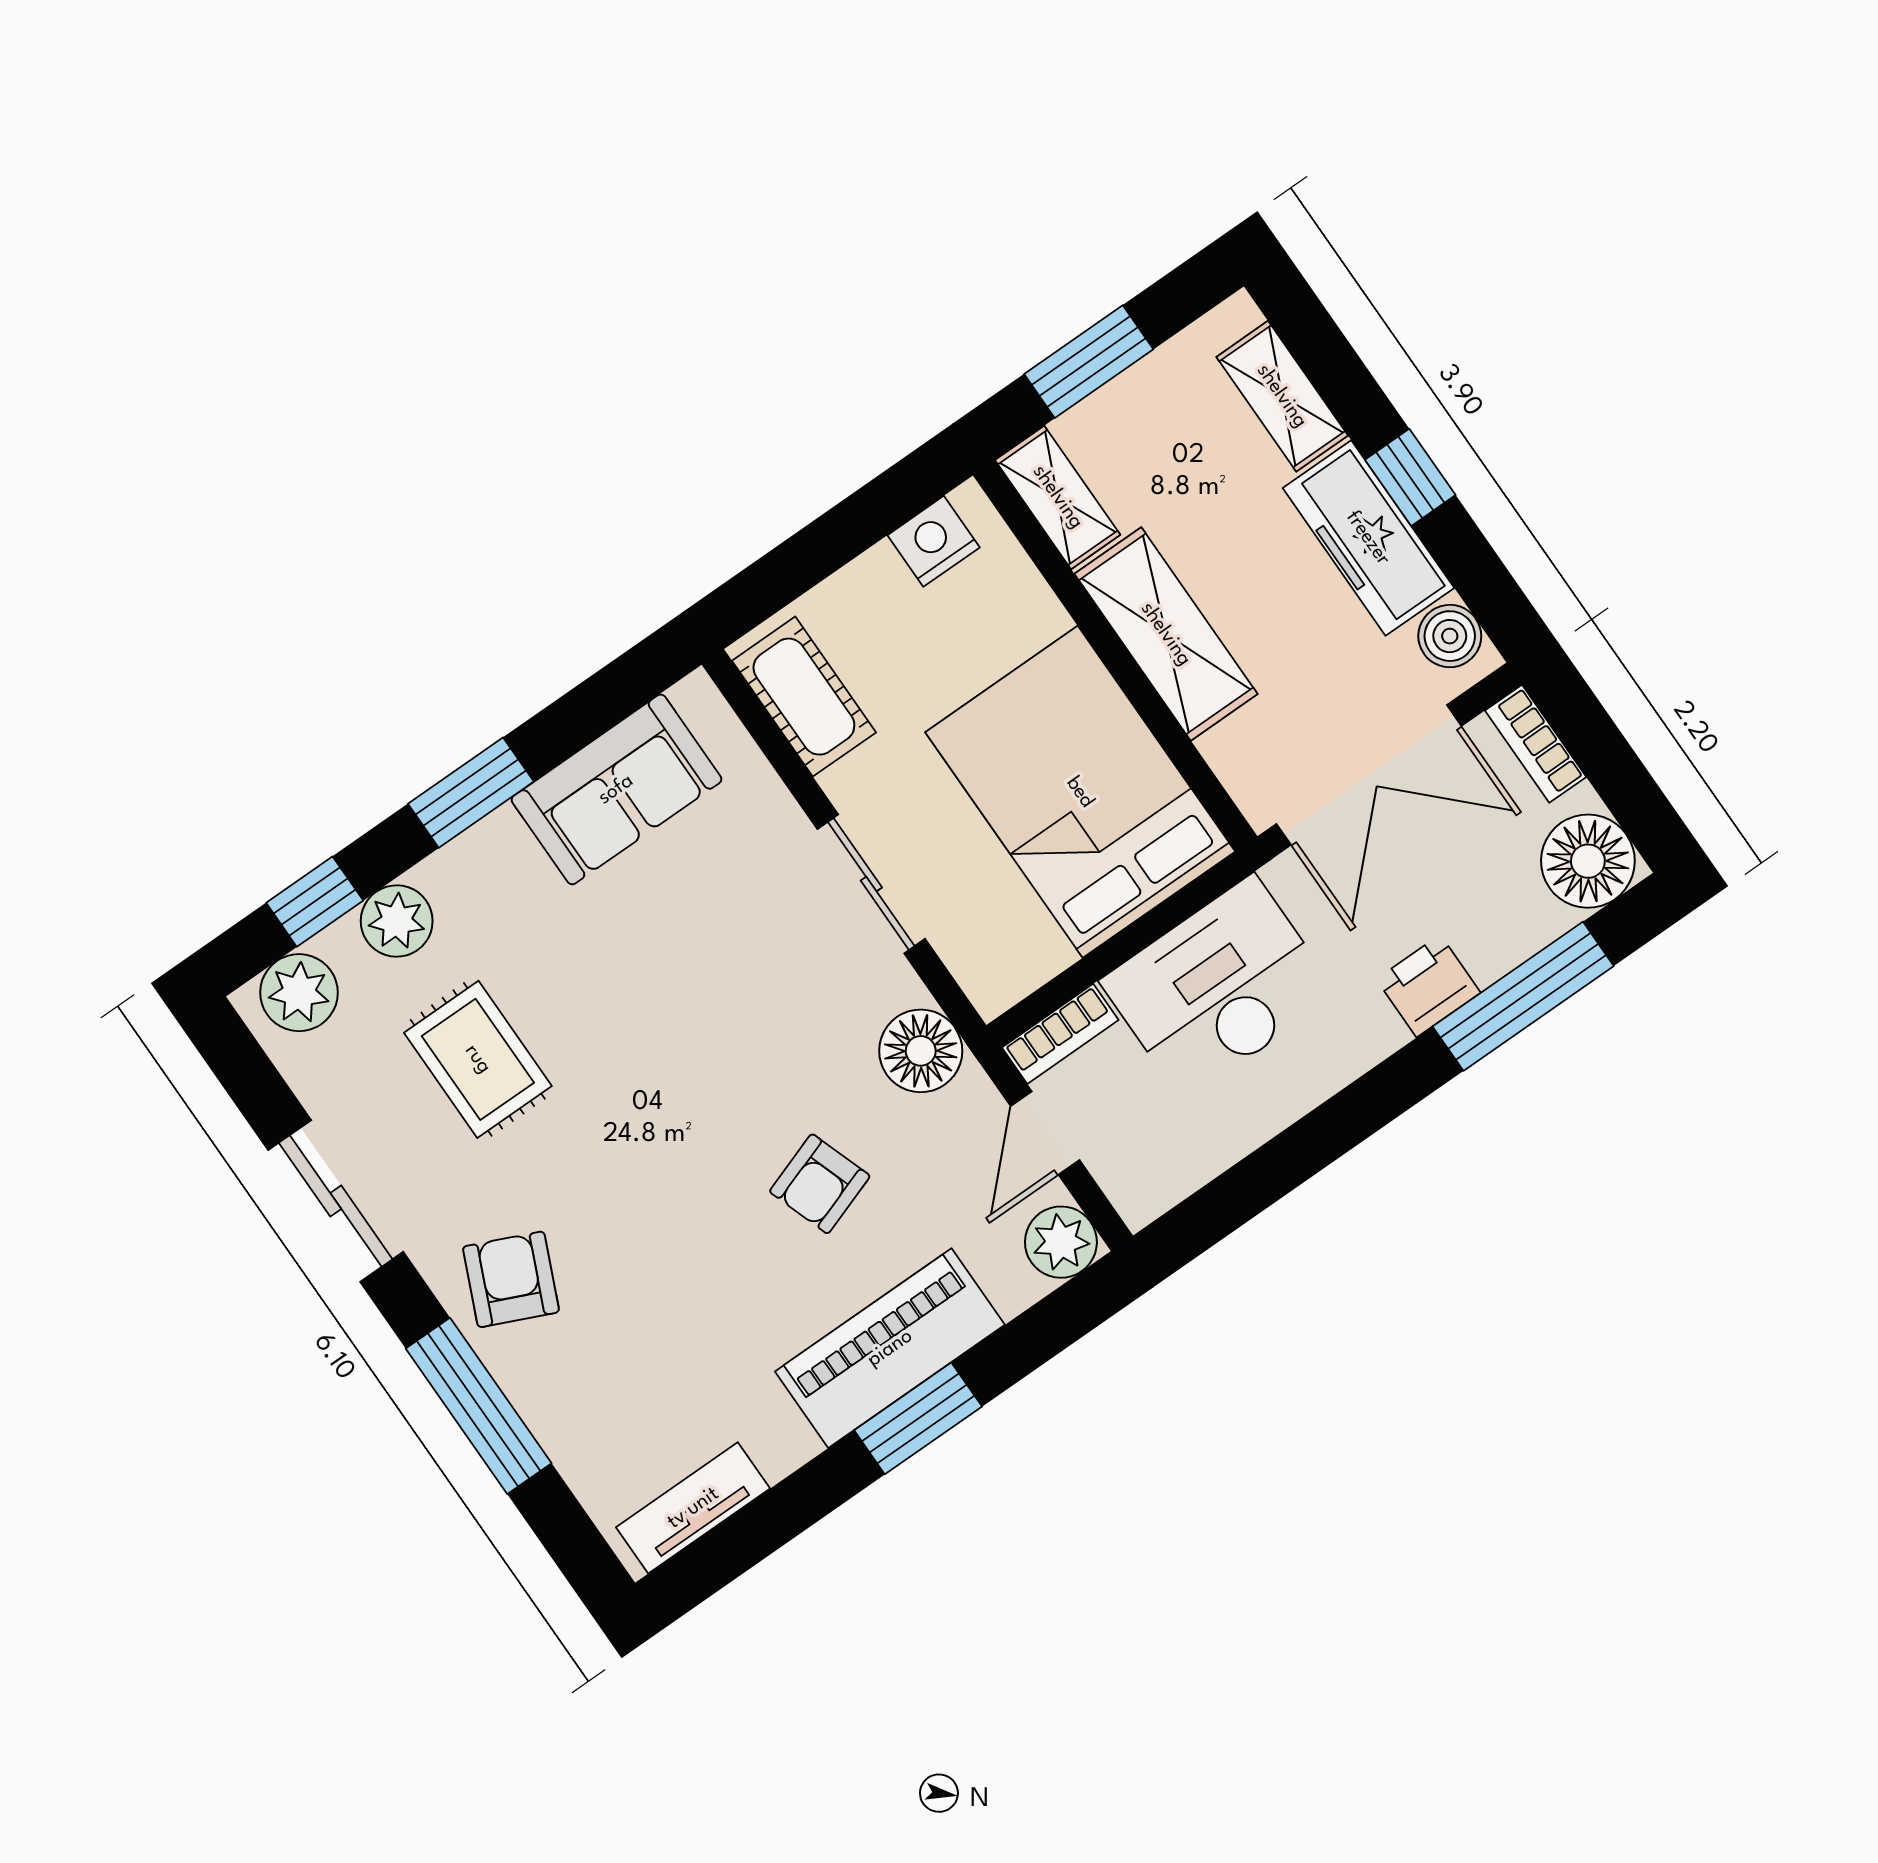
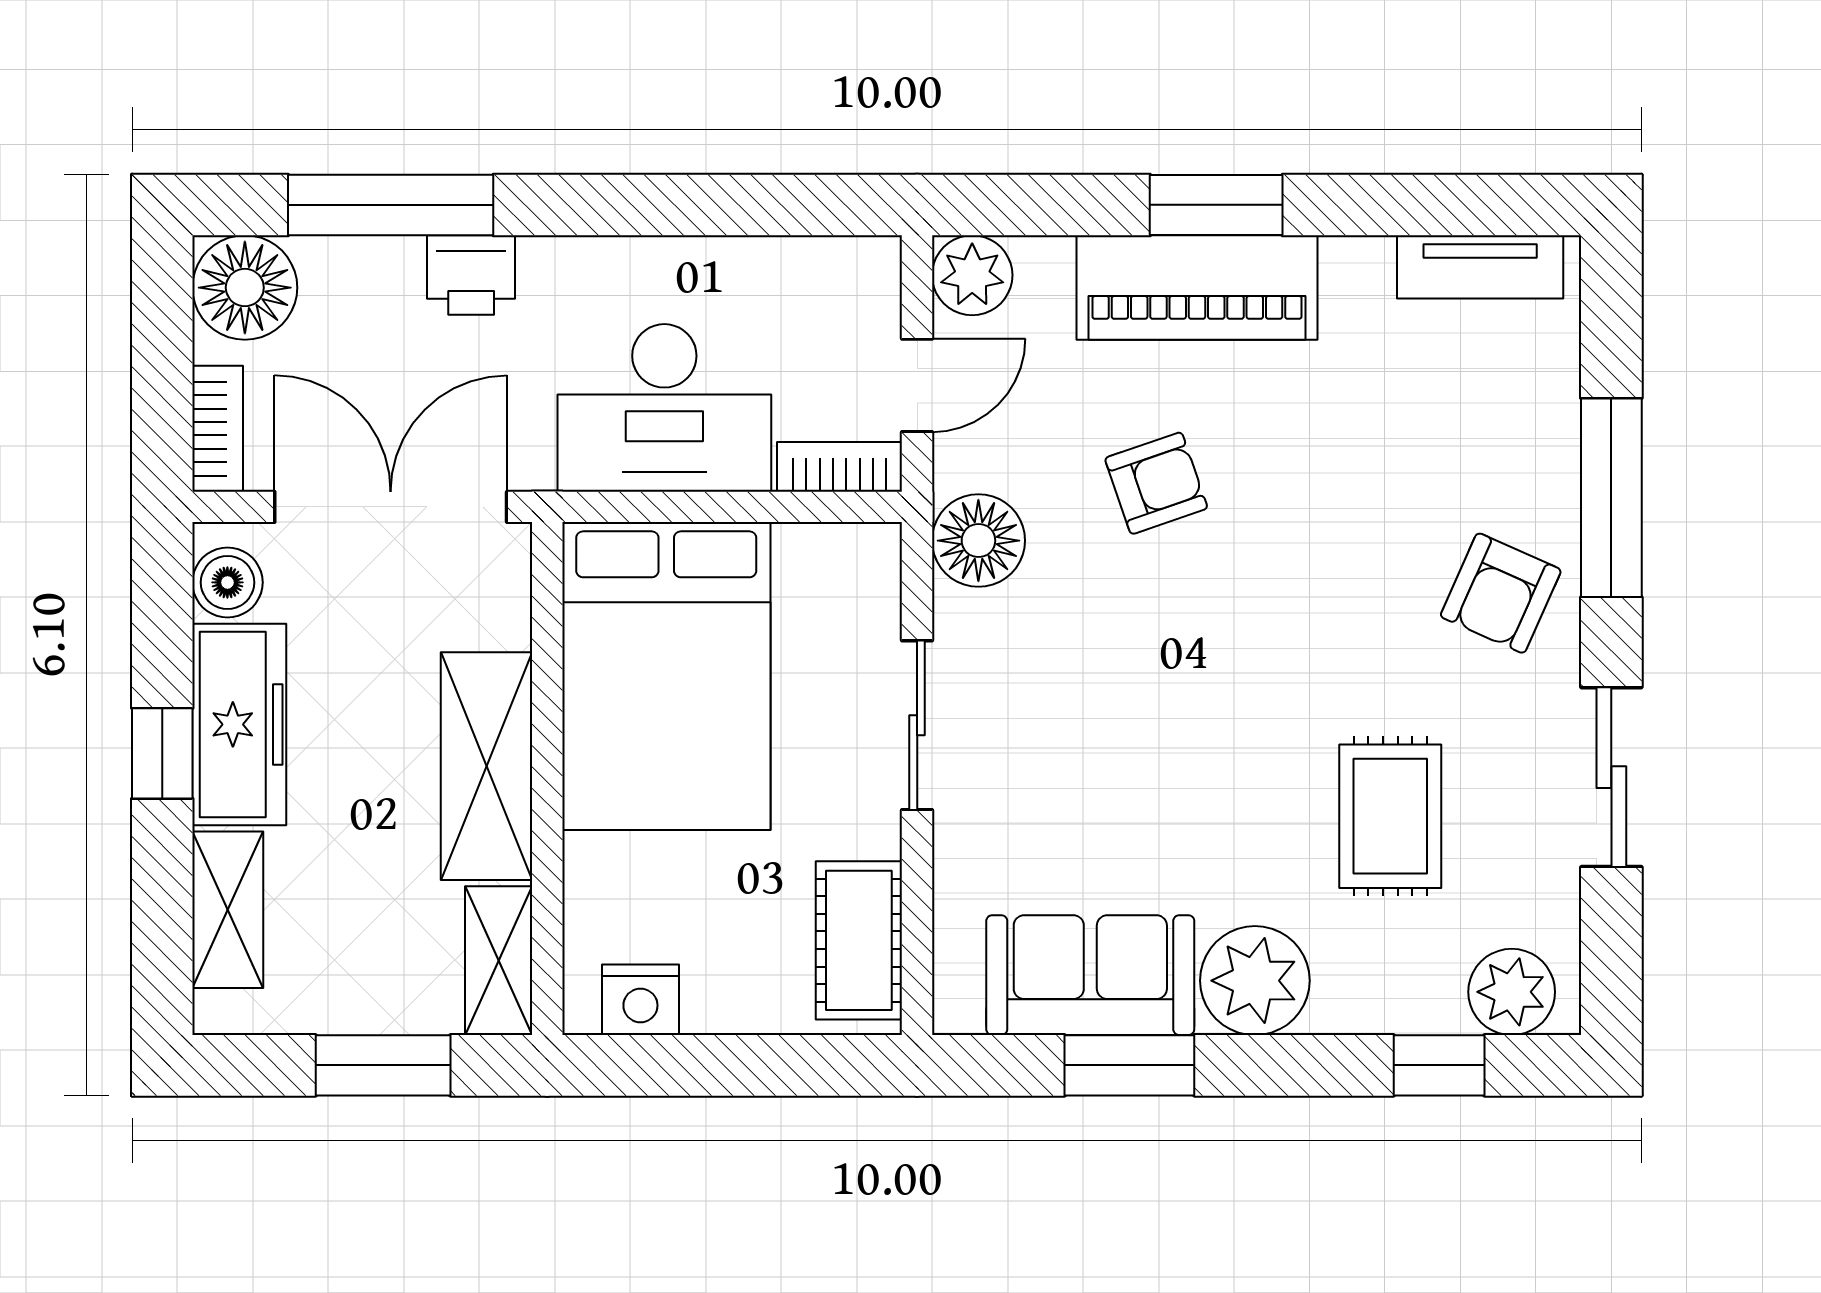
window: (471, 793) -> (1129, 1065), moved
plant: (397, 921) -> (1255, 981), moved, width x1.36, depth x1.36

